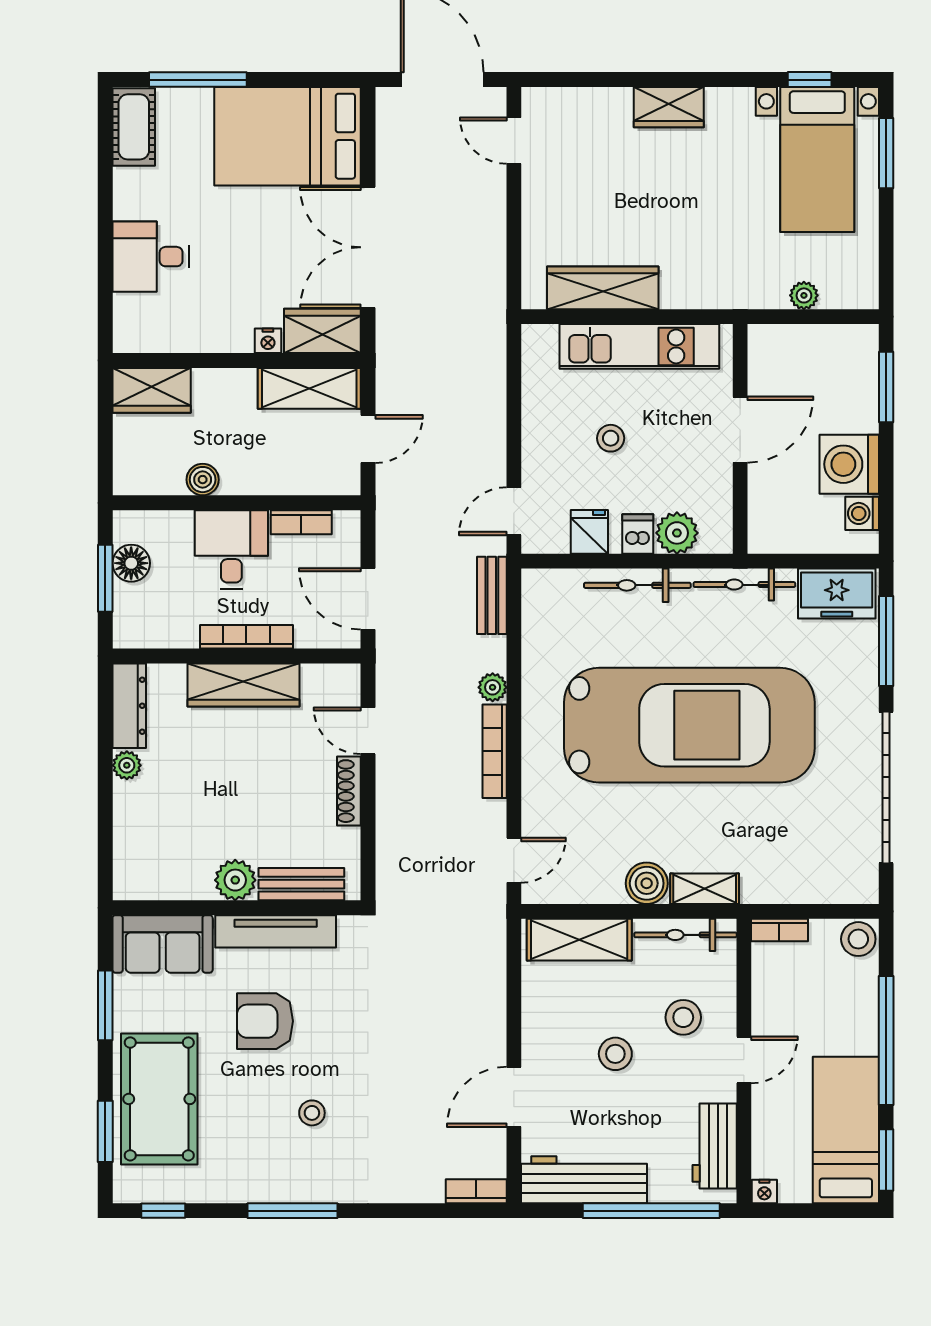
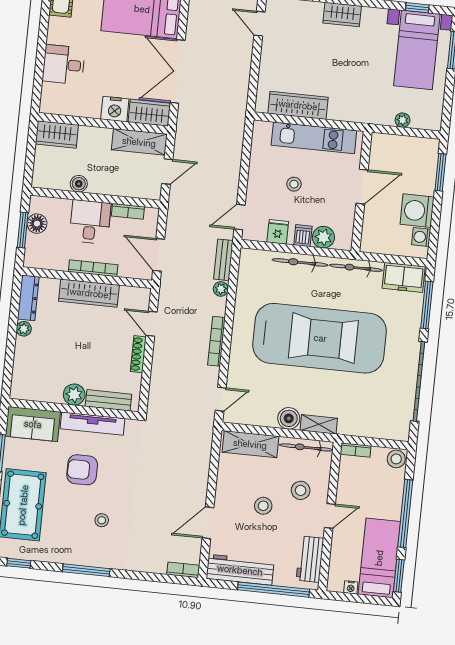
nightstand: (268, 341) -> (115, 109), width x1.89, depth x1.79
plant: (493, 687) -> (221, 289), moved
nightstand: (764, 1191) -> (351, 587), moved

